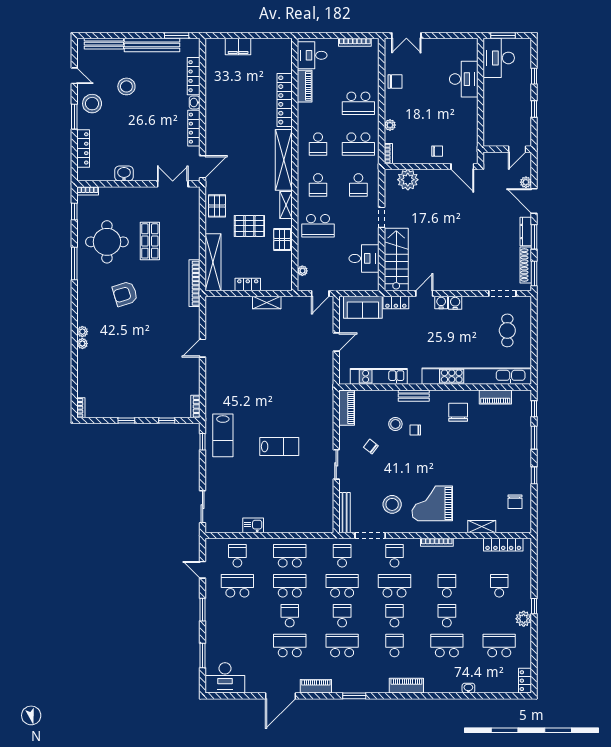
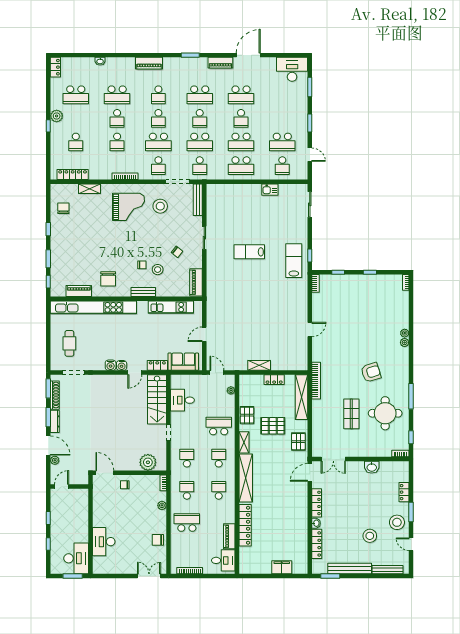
school desk: (358, 144) -> (187, 490), width x0.54
locker: (83, 148) -> (404, 492), width x0.66
door: (320, 294) -> (217, 373), hinge flipped

